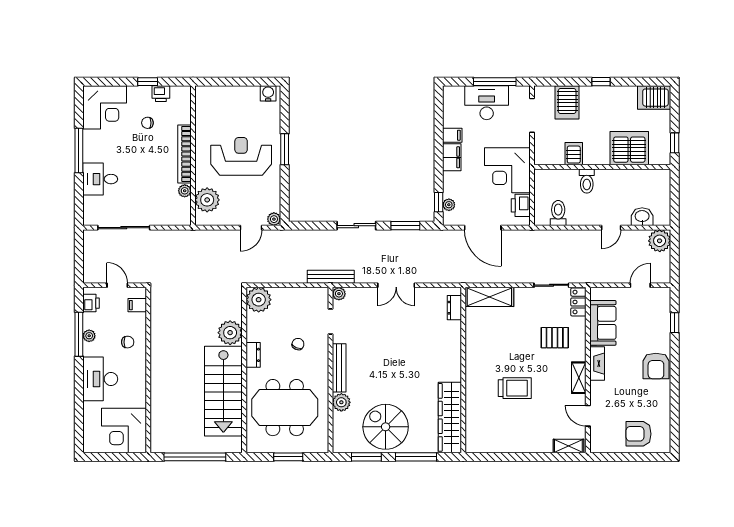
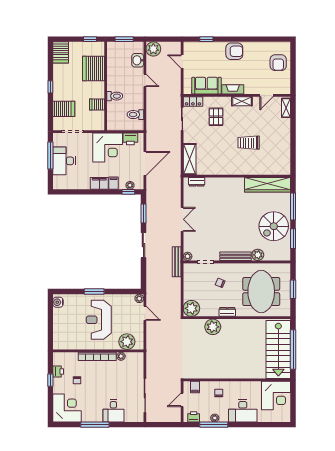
filing cabinet: (452, 135) -> (114, 183), moved
window: (675, 196) -> (124, 39), added
trolley: (515, 388) -> (249, 143), turned -90
stairs: (223, 391) -> (278, 349), moved, turned 90

